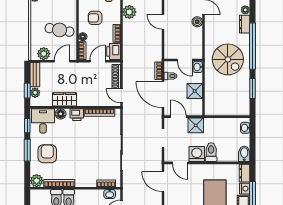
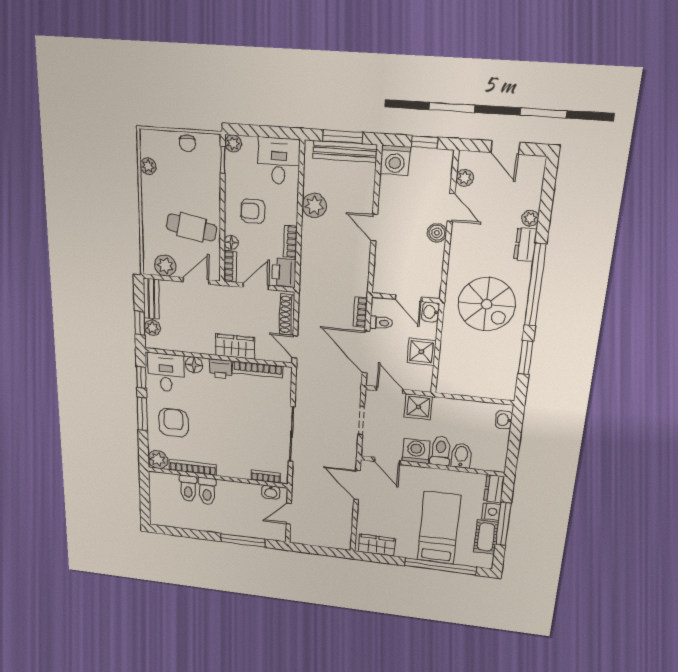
wardrobe: (65, 99) -> (235, 347), moved
bidet: (244, 154) -> (461, 456), moved

